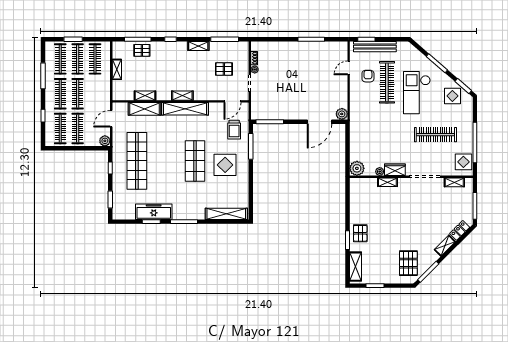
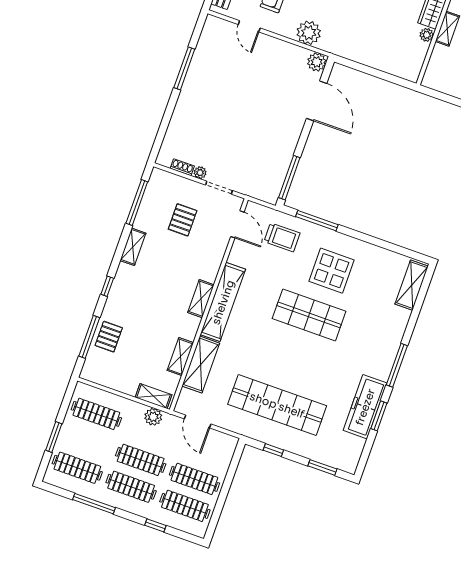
clothes rail: (78, 59) -> (87, 441), removed
shelving: (117, 69) -> (154, 396), moved
plant: (105, 141) -> (153, 417), moved
plant: (357, 168) -> (309, 33), moved
shelving: (226, 214) -> (412, 285), width x0.68

